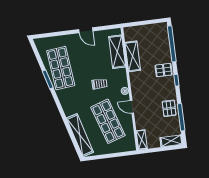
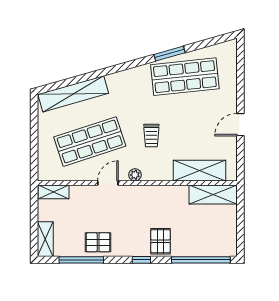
shelving: (133, 56) -> (213, 195), moved

